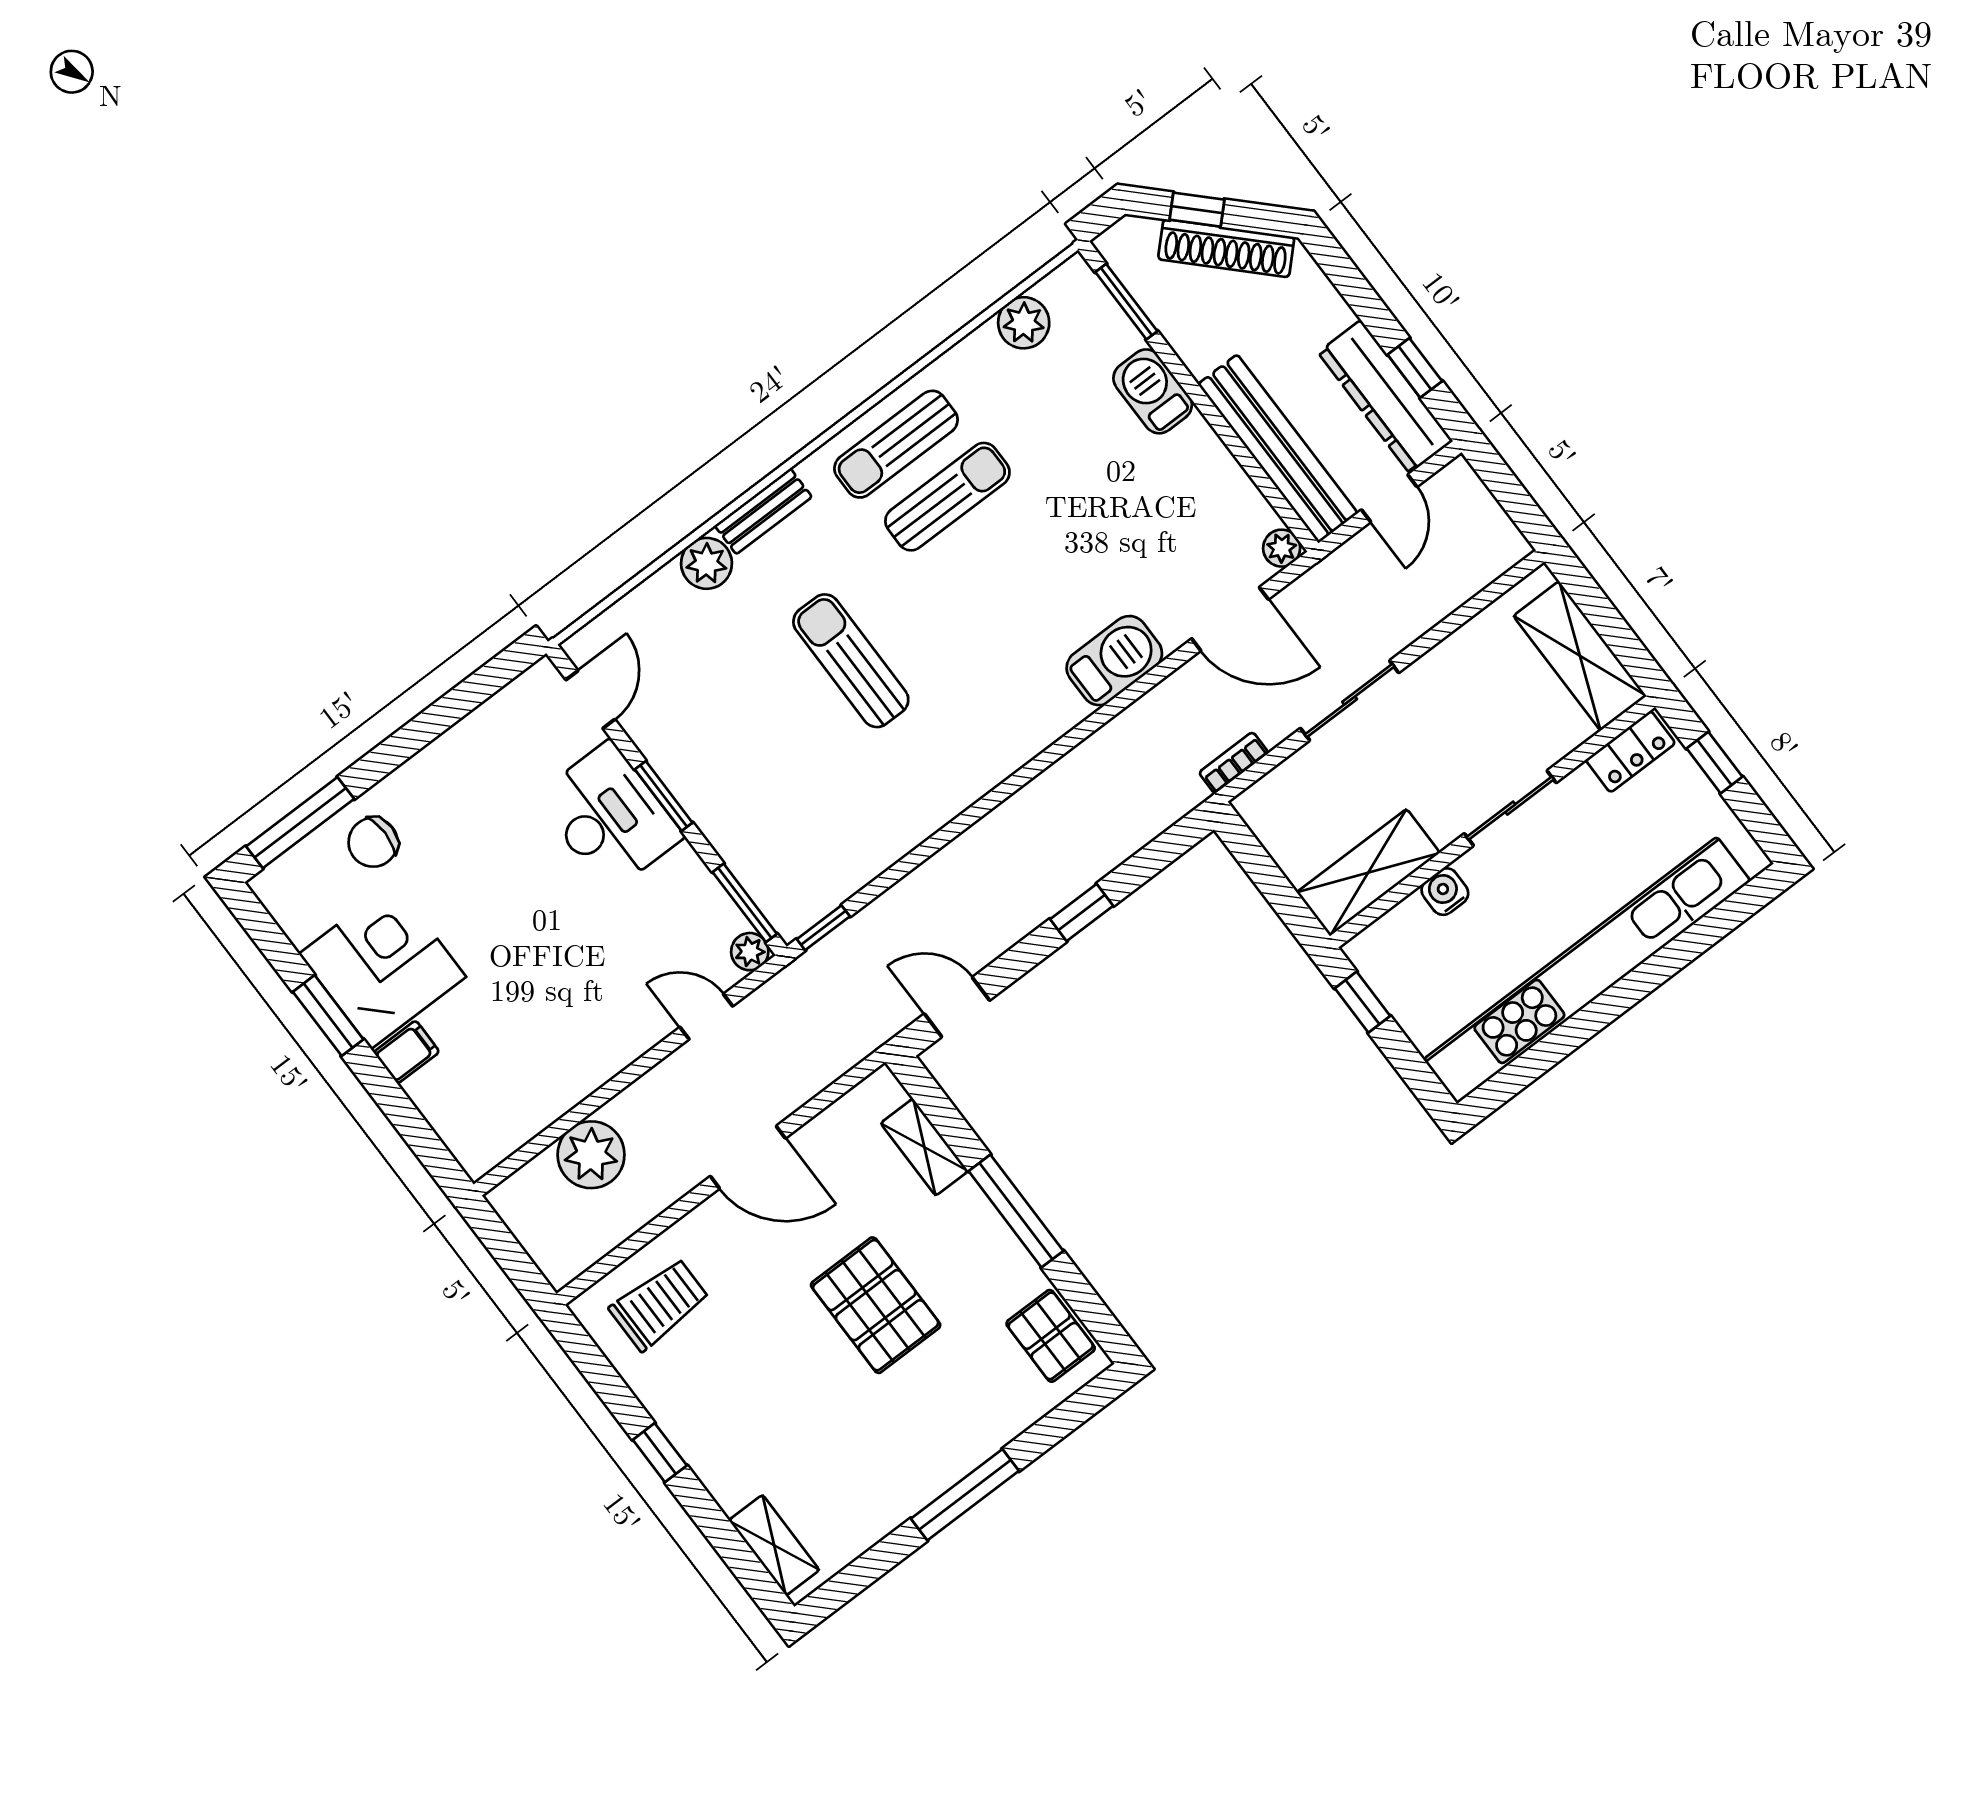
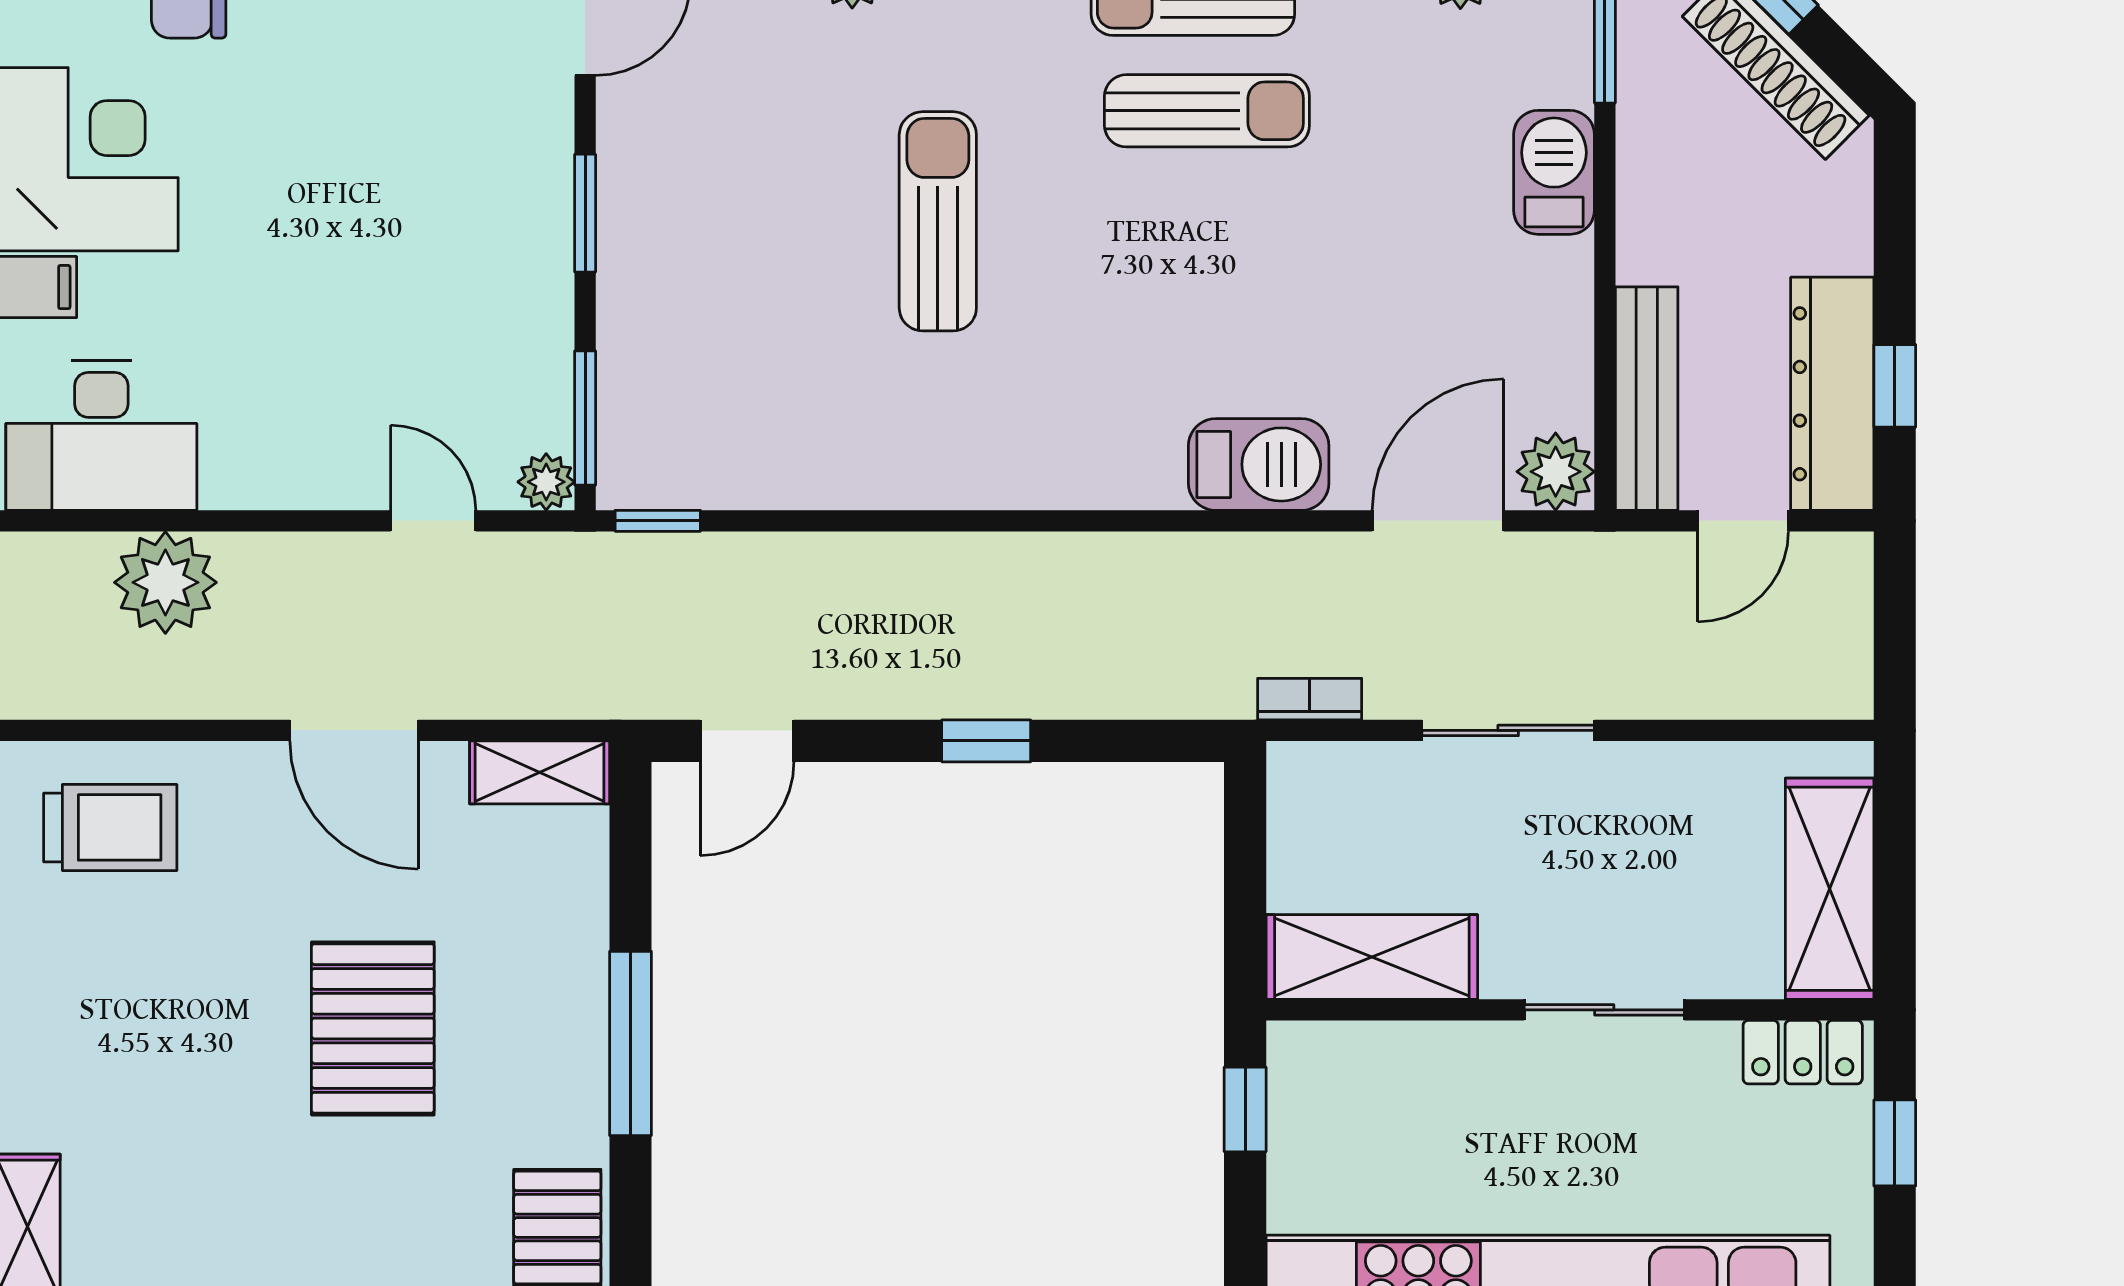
bench: (1278, 449) -> (1647, 399), width x0.73, depth x0.82
plant: (1282, 548) -> (1556, 472), width x1.38, depth x1.38
door: (1230, 619) -> (1438, 521), swing flipped
desk: (609, 817) -> (101, 435), moved, turned 90
water cooler: (1445, 892) -> (1448, 1051), removed
door: (957, 1007) -> (747, 741), swing flipped
shelving: (924, 1147) -> (540, 772), moved, turned 90

